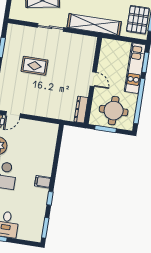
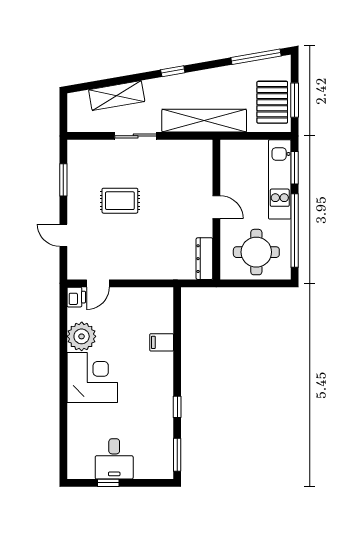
window: (106, 129) -> (248, 283), removed
filing cabinet: (43, 182) -> (162, 342), moved

